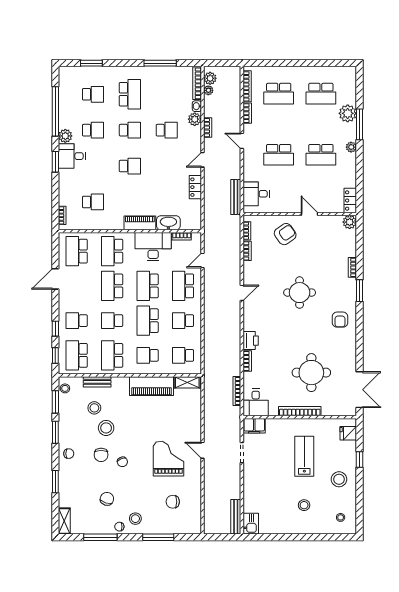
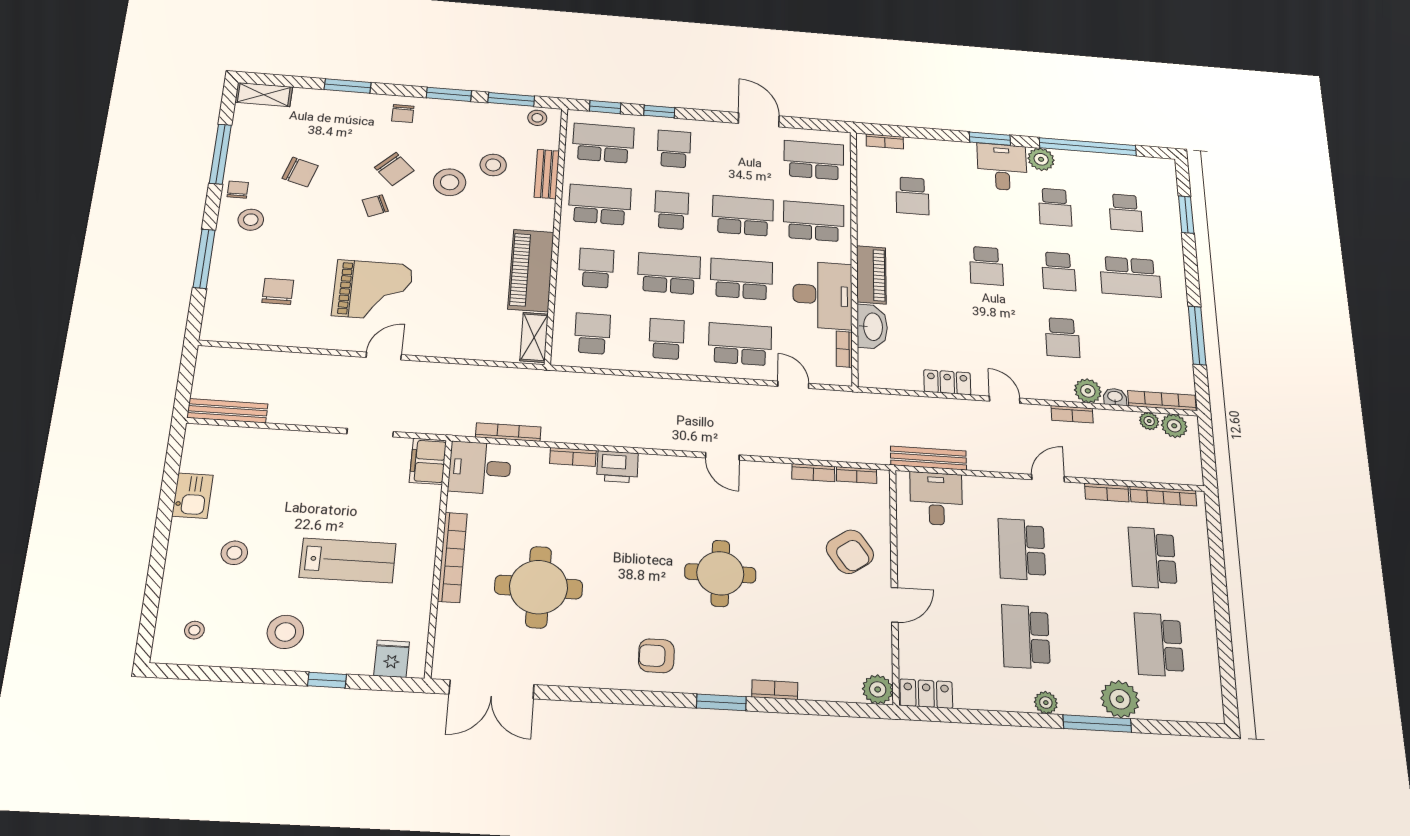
chair: (101, 455) -> (394, 169), turned -135
kitchen sink: (251, 524) -> (192, 496), moved, turned -90

